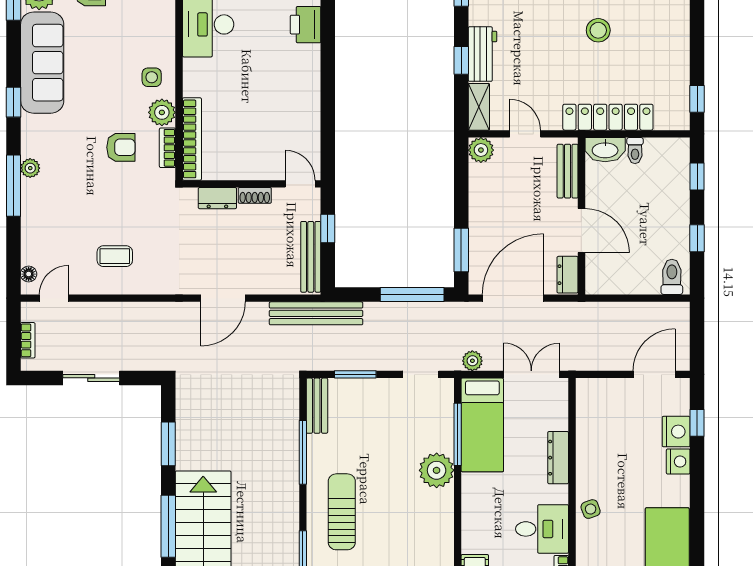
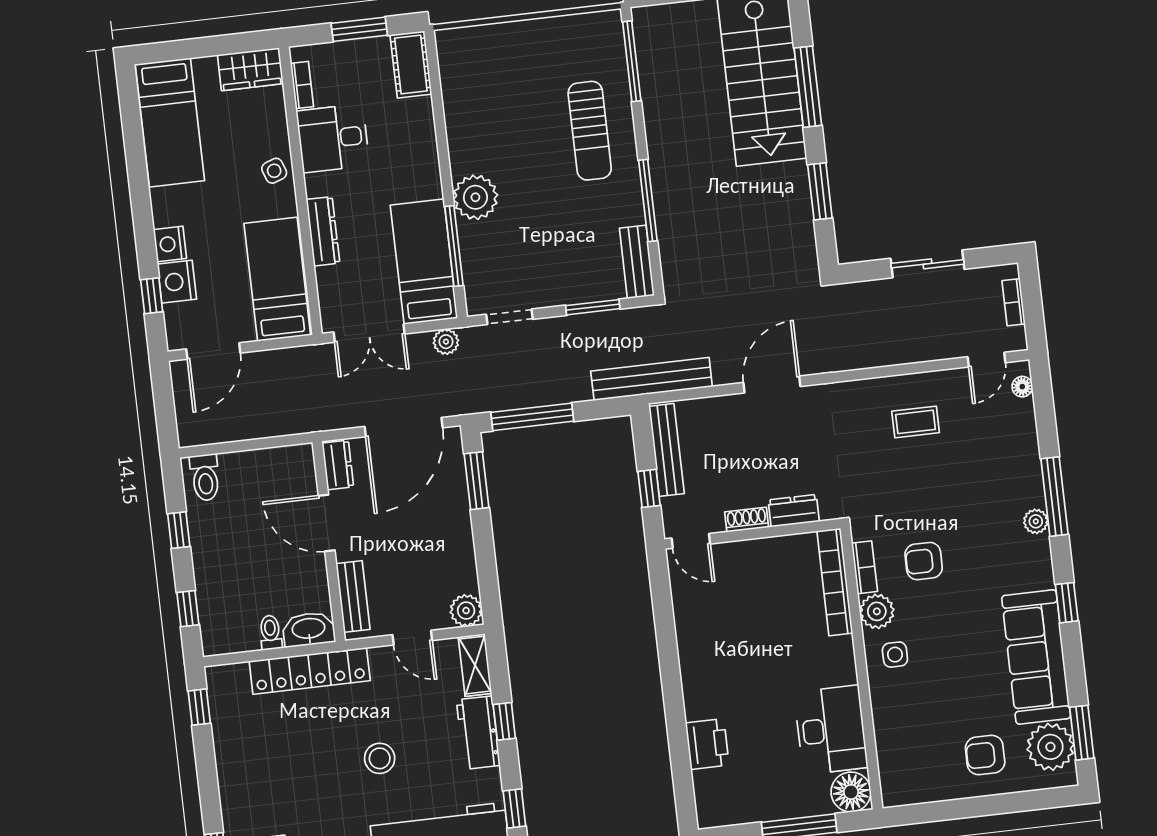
stool: (598, 30) -> (380, 758), moved
bed: (598, 424) -> (277, 279), added

